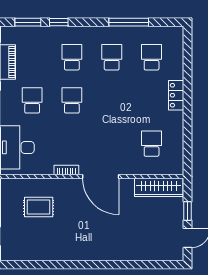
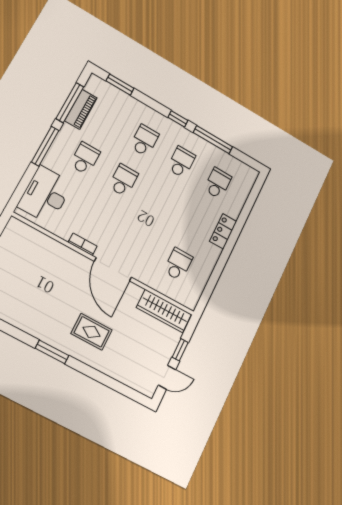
window: (59, 22) -> (178, 119), moved
rug: (39, 207) -> (92, 332), moved
window: (86, 265) -> (52, 352), added

